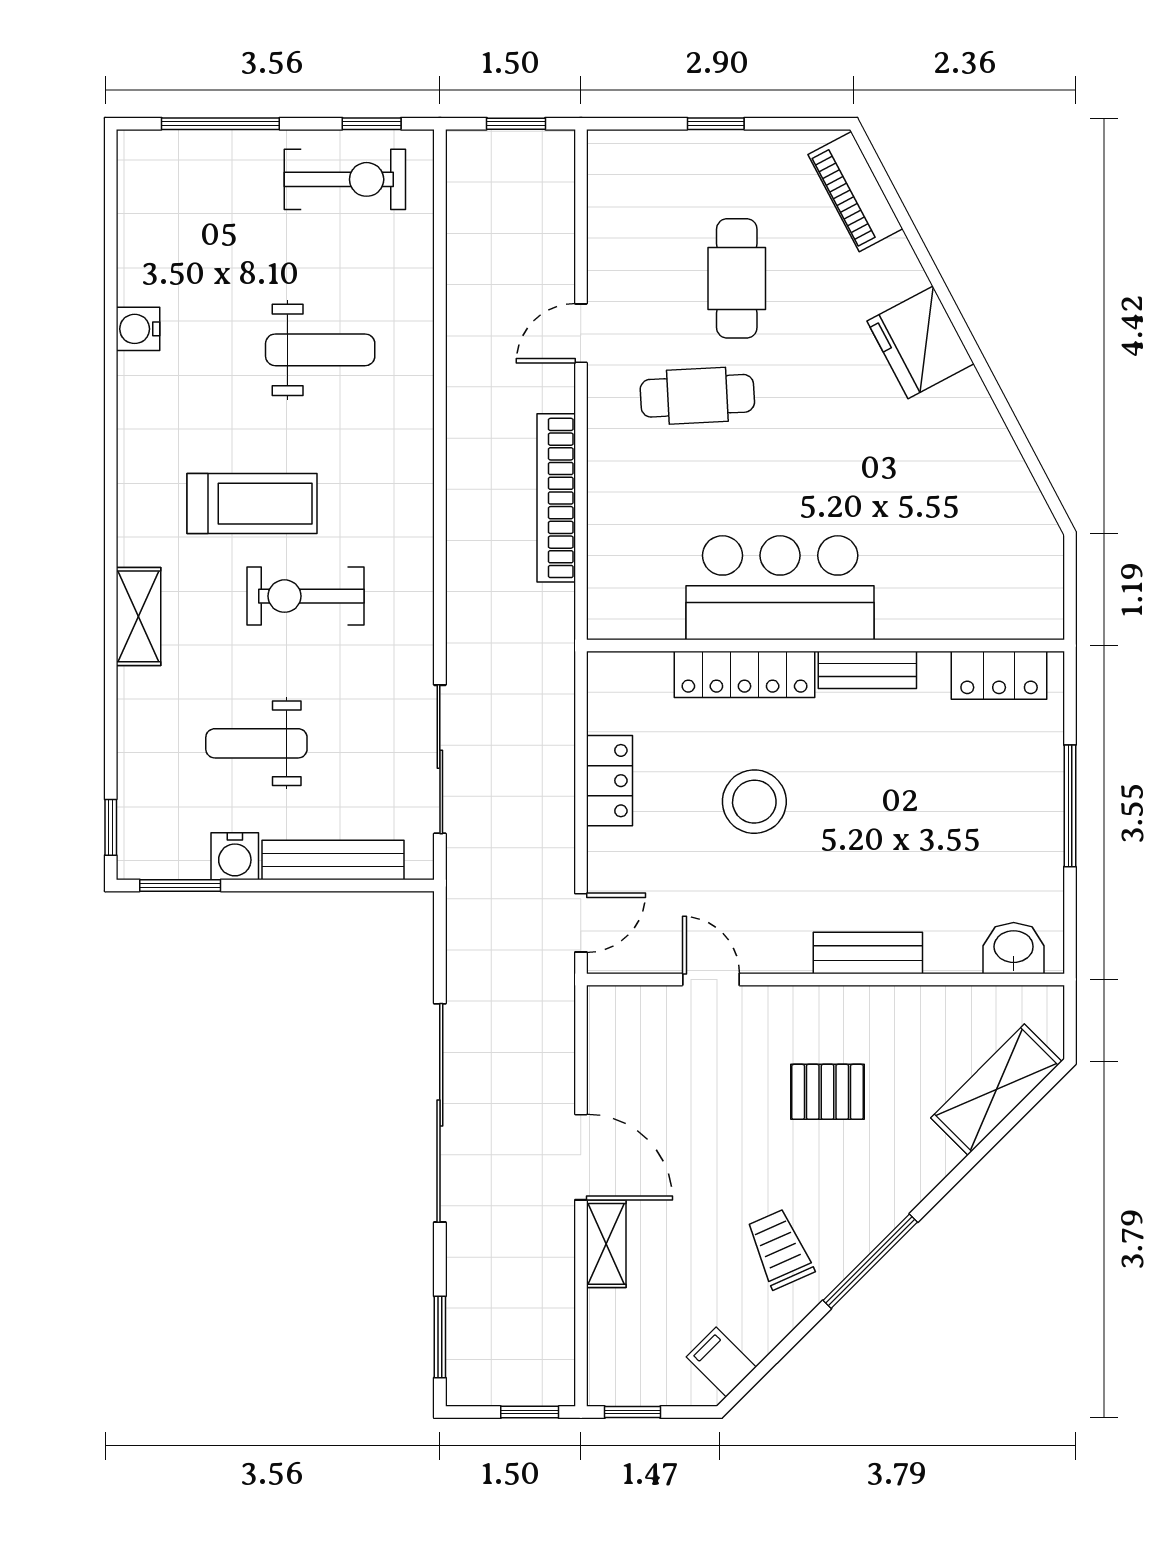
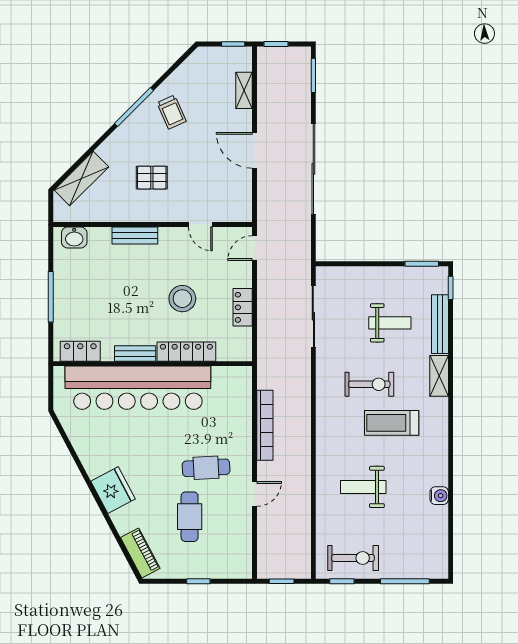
exercise bike: (345, 179) -> (353, 558), turned 180
bar counter: (780, 588) -> (138, 388), width x1.86
water cooler: (235, 856) -> (399, 276), removed
bench: (333, 860) -> (440, 324), moved, turned 90
shelving: (606, 1244) -> (244, 90), moved
filing cabinet: (721, 1362) -> (196, 65), removed

